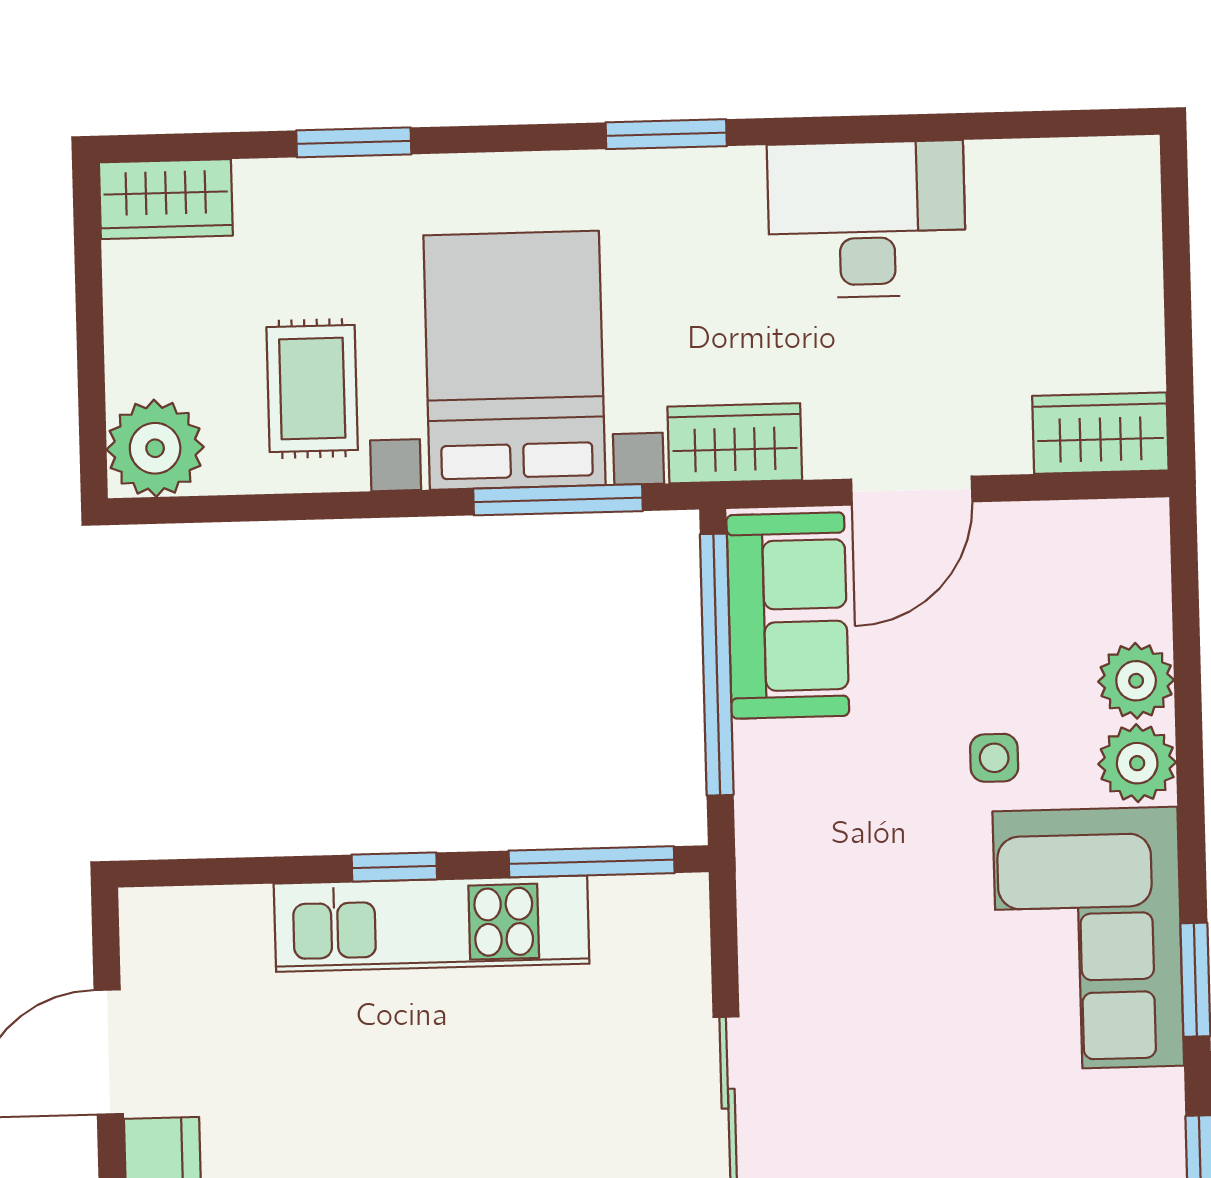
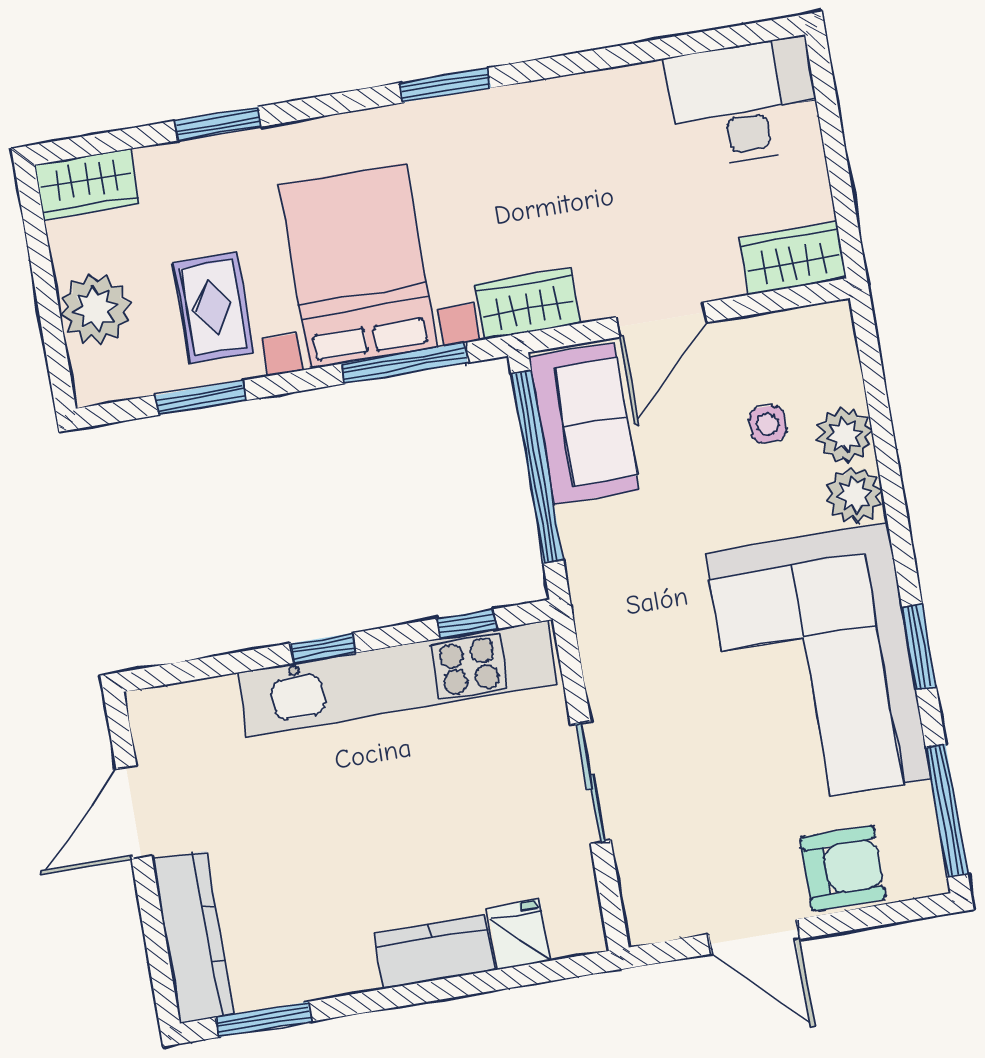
desk: (867, 220) -> (744, 102), moved
plant: (155, 448) -> (95, 309), moved
window: (277, 507) -> (200, 398), added
side table: (994, 758) -> (768, 424), moved
window: (592, 862) -> (466, 624), width x0.46
kitchen unit: (432, 924) -> (398, 678), width x1.36
corner sofa: (1088, 939) -> (818, 666), width x1.36, depth x1.36

